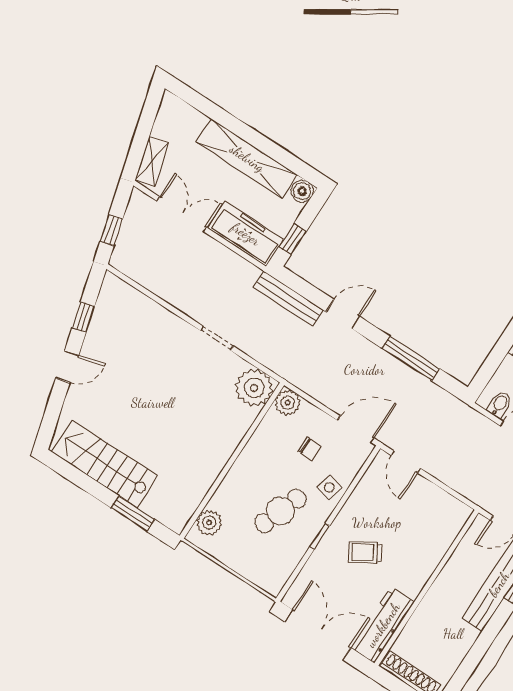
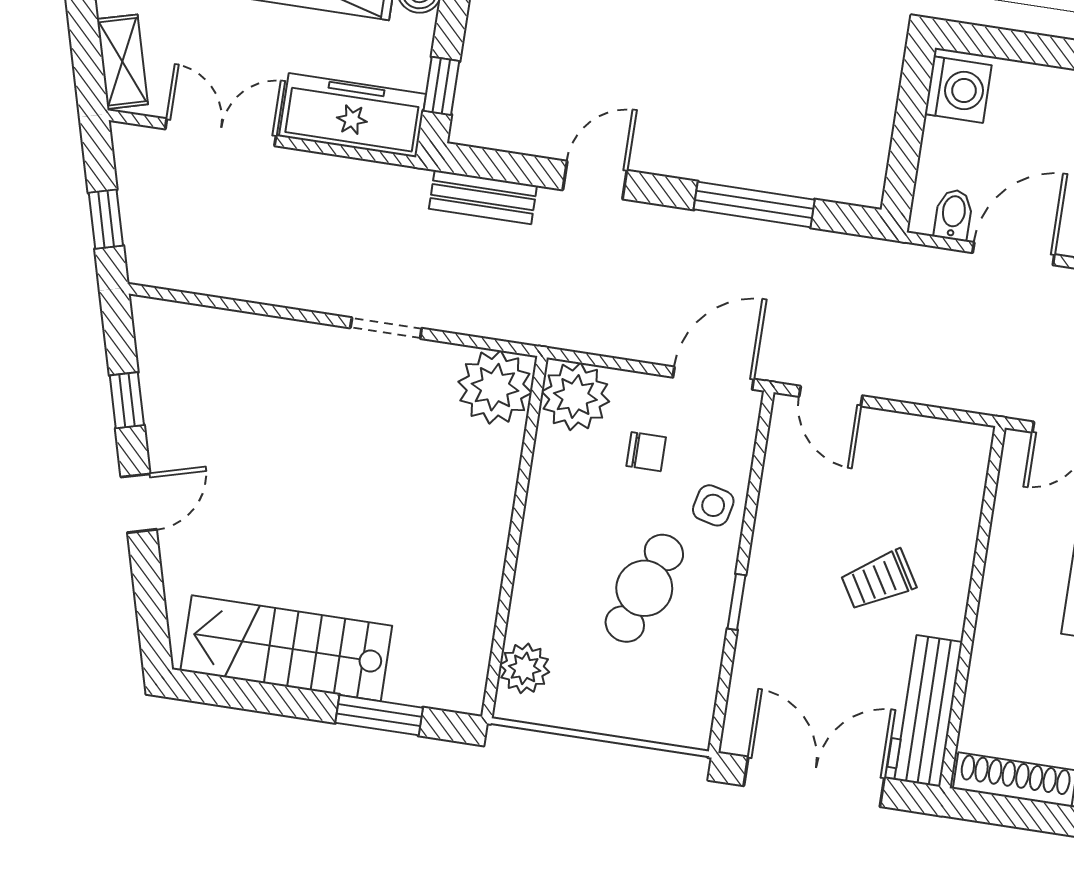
bench: (288, 299) -> (483, 197), width x0.73
plant: (288, 403) -> (575, 396), width x1.36, depth x1.36
trolley: (365, 552) -> (878, 580), moved

